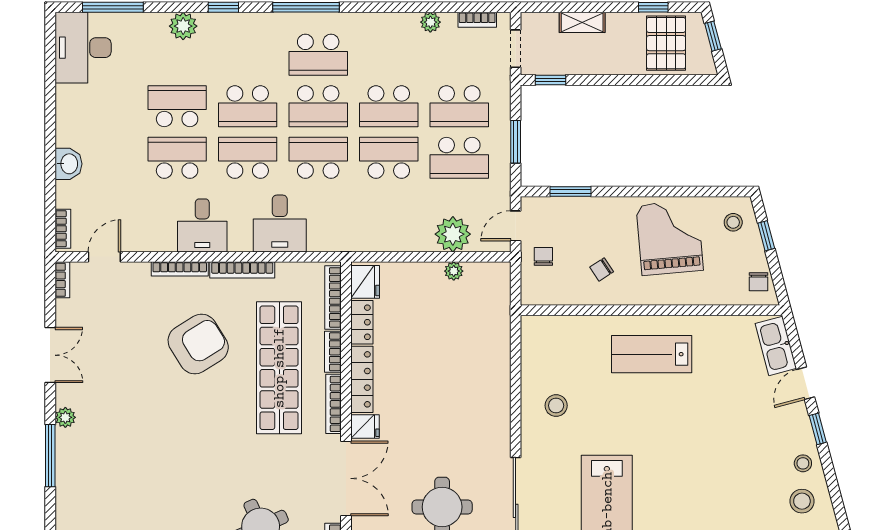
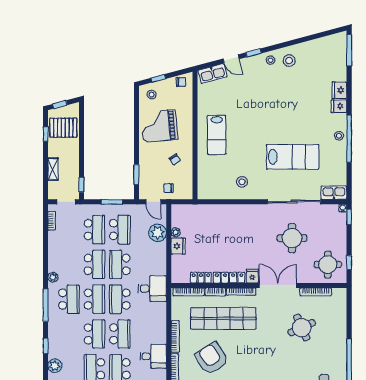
plant: (430, 22) -> (53, 277), moved
school desk: (248, 158) -> (120, 334), turned 180
desk: (280, 223) -> (152, 289), moved
fridge: (365, 282) -> (178, 246), moved, turned 90

